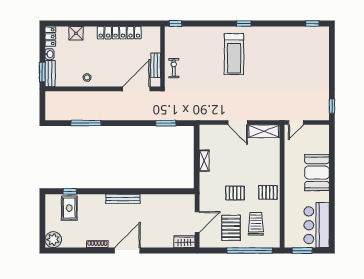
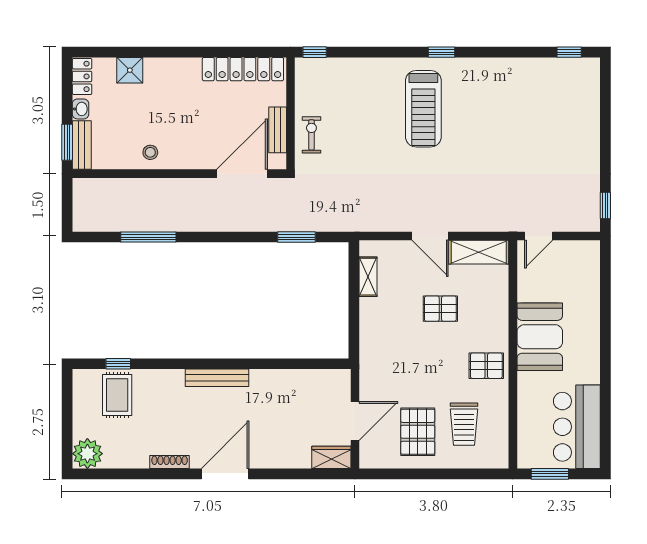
locker: (119, 33) -> (243, 69), moved
shelving: (204, 161) -> (368, 277), moved
booth: (317, 173) -> (540, 337), moved
pallet: (235, 193) -> (440, 309), moved
trolley: (256, 224) -> (464, 424), turned 180
window: (250, 251) -> (452, 474), removed

